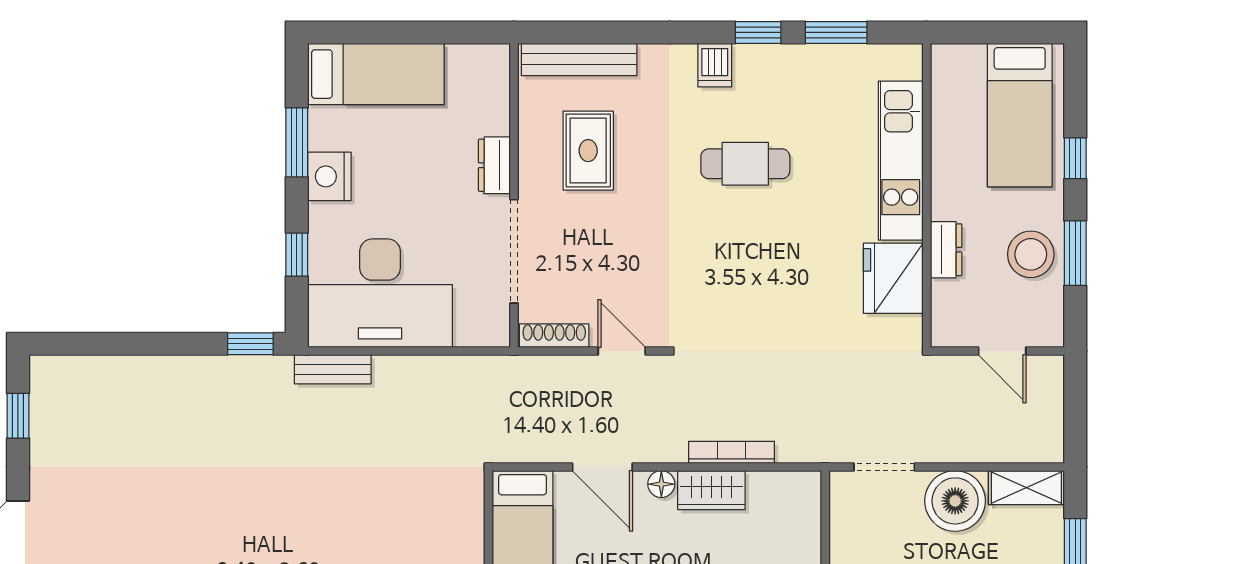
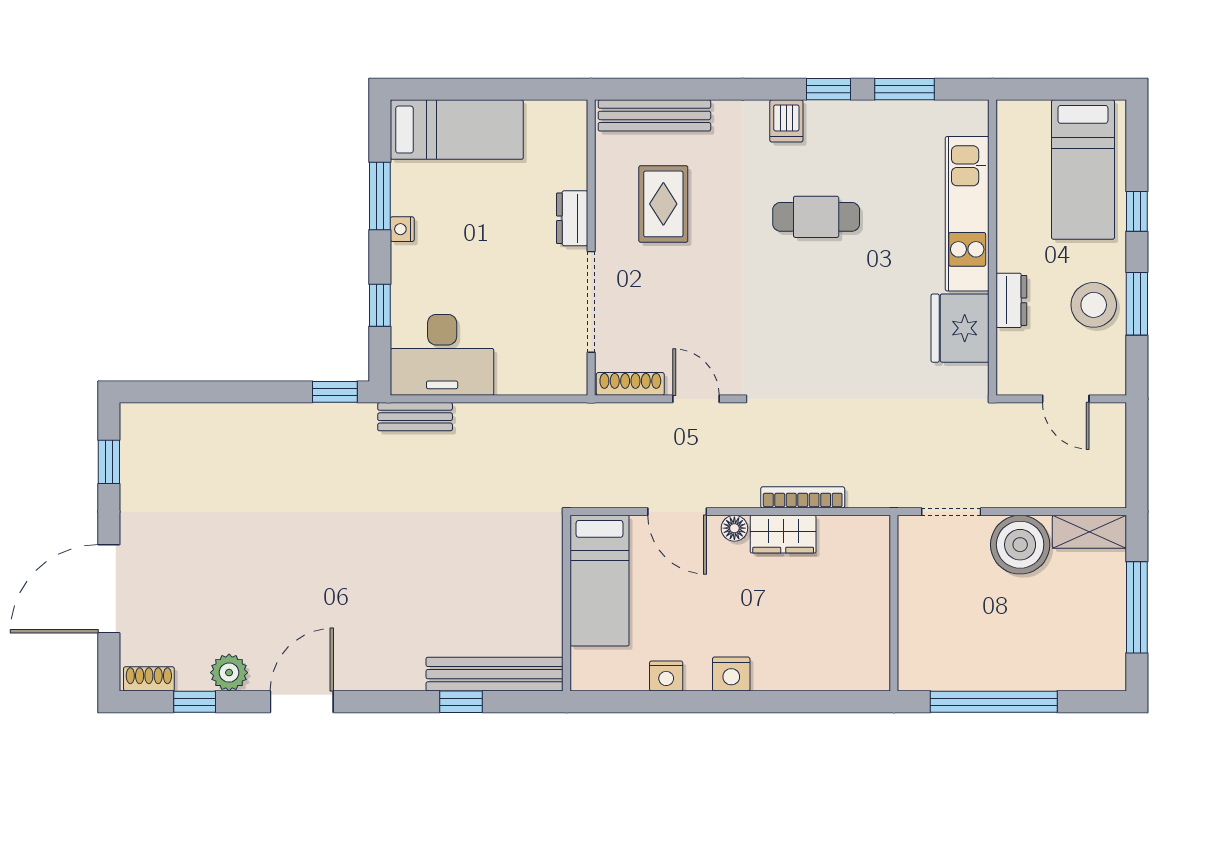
nightstand: (329, 176) -> (402, 229), width x0.53, depth x0.56
desk: (380, 293) -> (442, 355), width x0.73, depth x0.77

